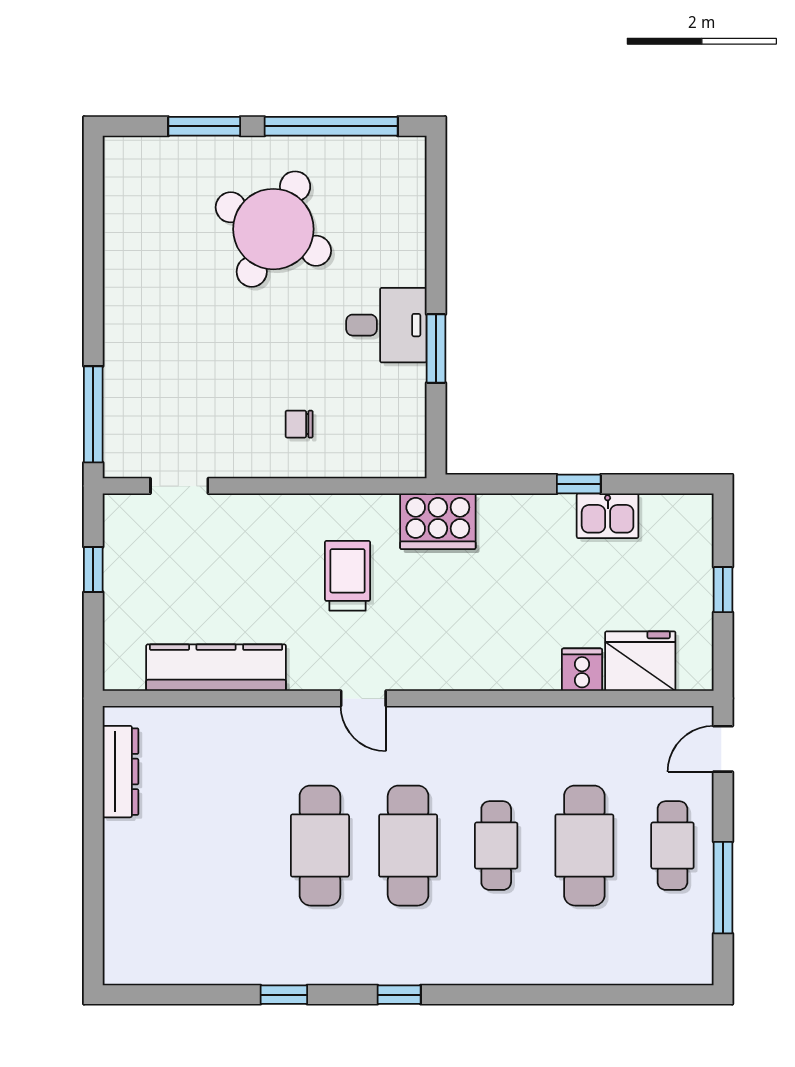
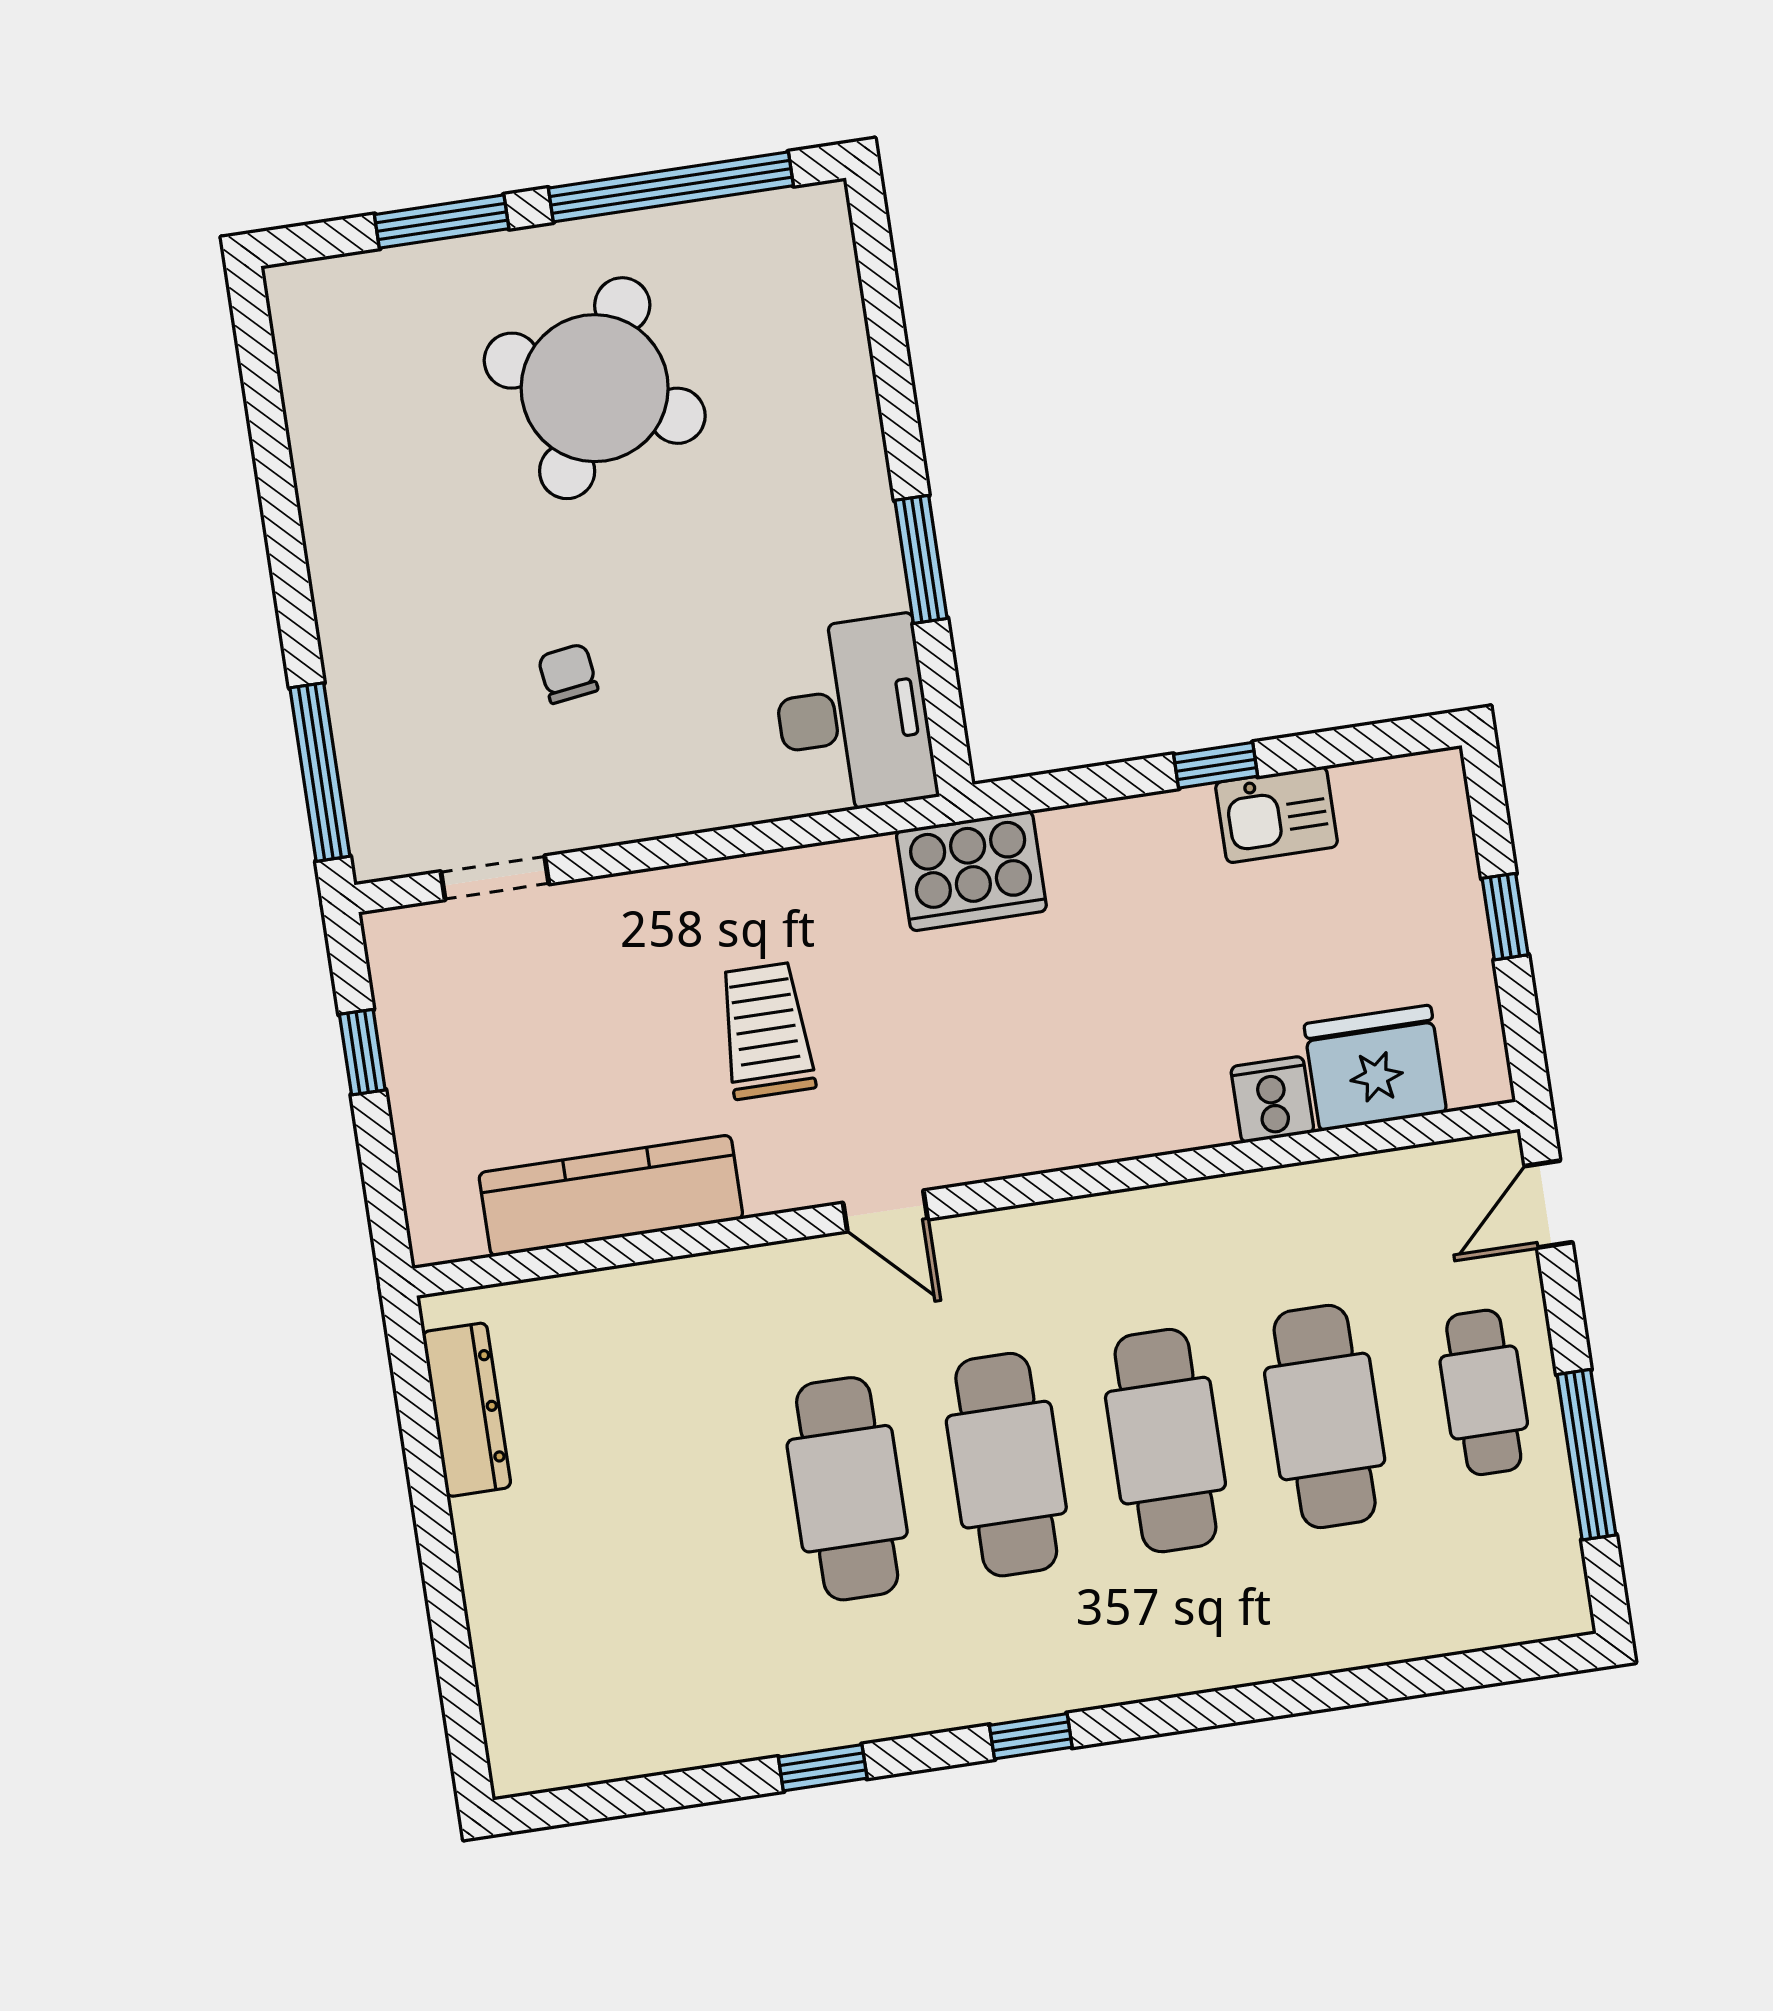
desk: (386, 325) -> (853, 715), moved, width x1.37
chair: (299, 424) -> (568, 674), moved, turned 82
trolley: (348, 576) -> (766, 1031), moved
cafe table: (496, 846) -> (1165, 1441), width x1.37, depth x1.35

